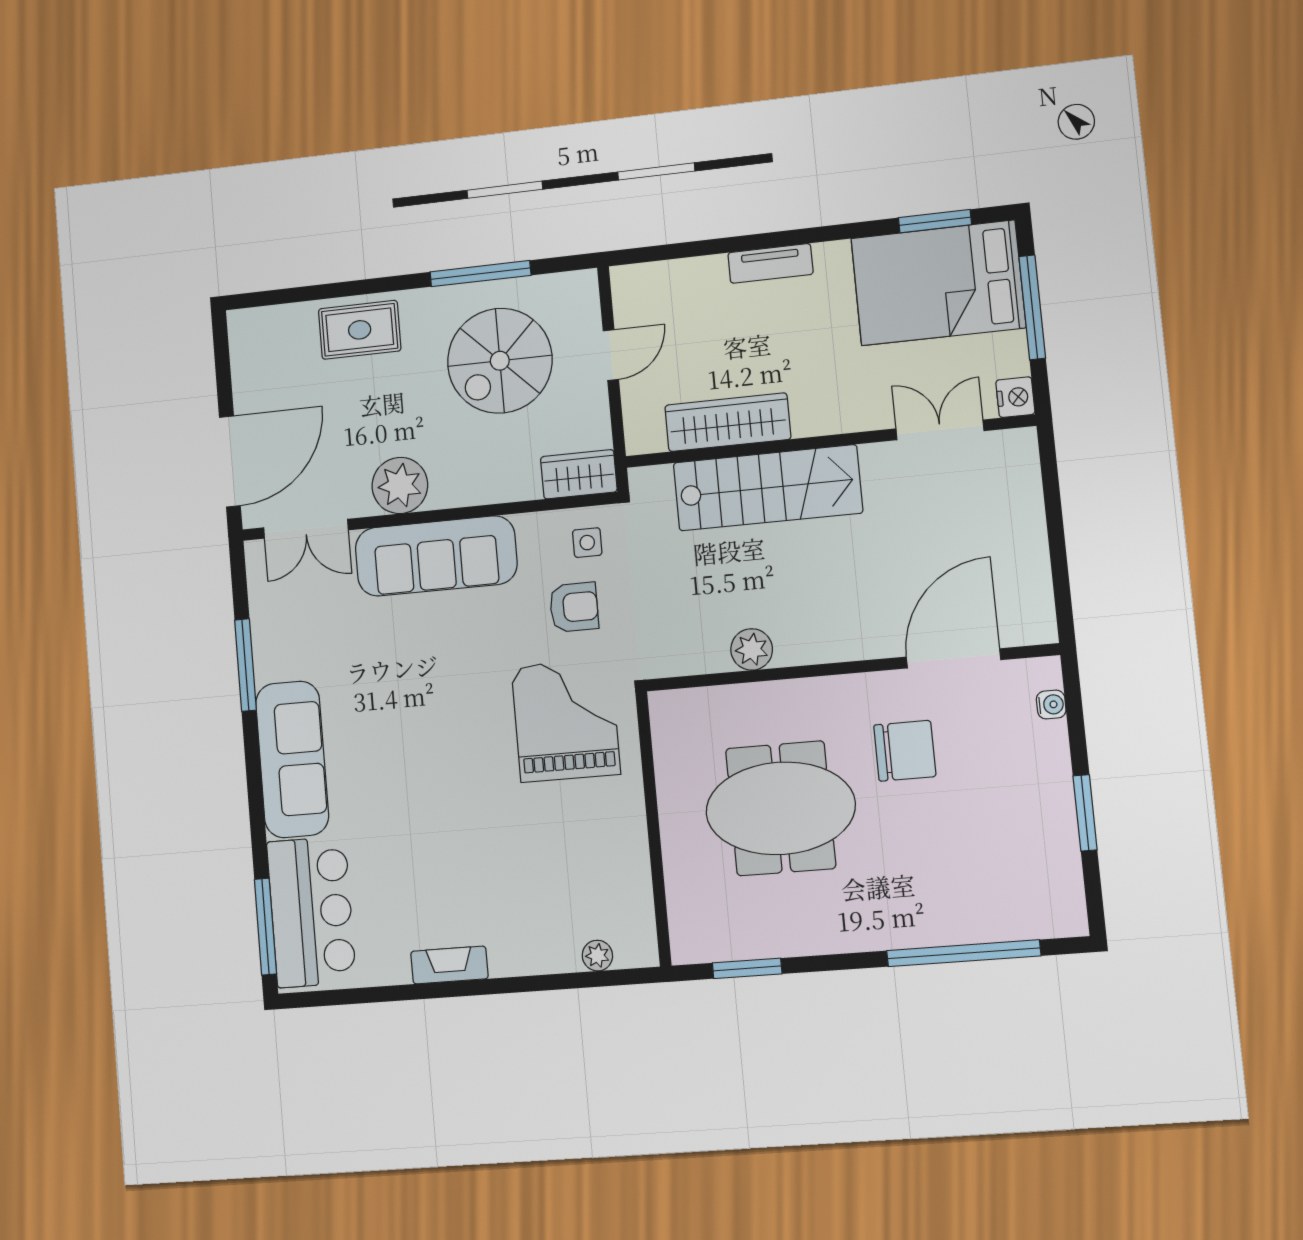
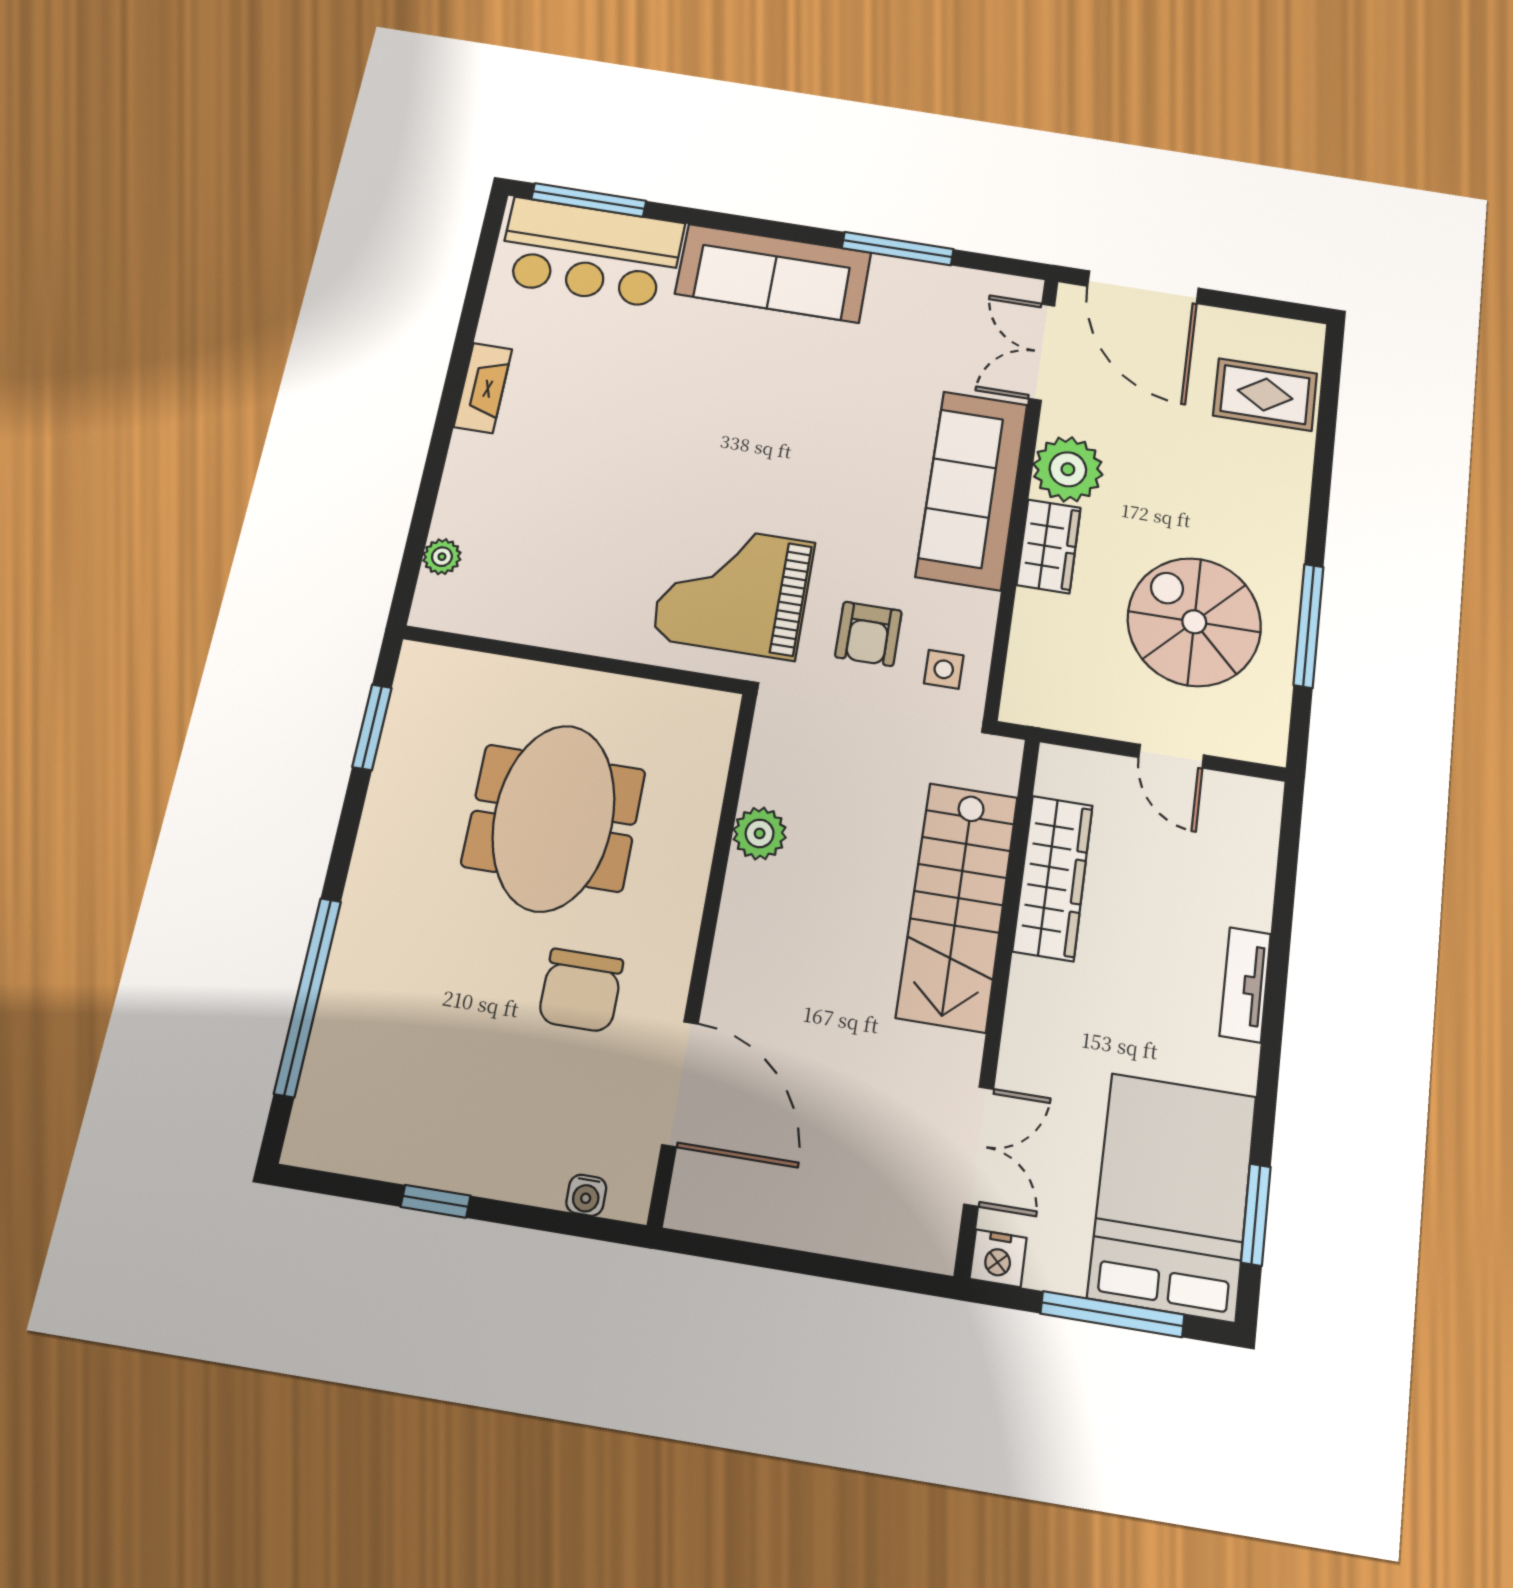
rug: (360, 330) -> (1265, 395), moved, turned 90
wardrobe: (579, 474) -> (1049, 546), moved
grand piano: (566, 720) -> (733, 590), turned 180
window: (1085, 813) -> (436, 1201), width x0.67

